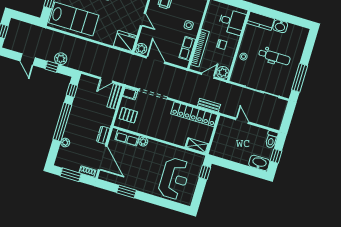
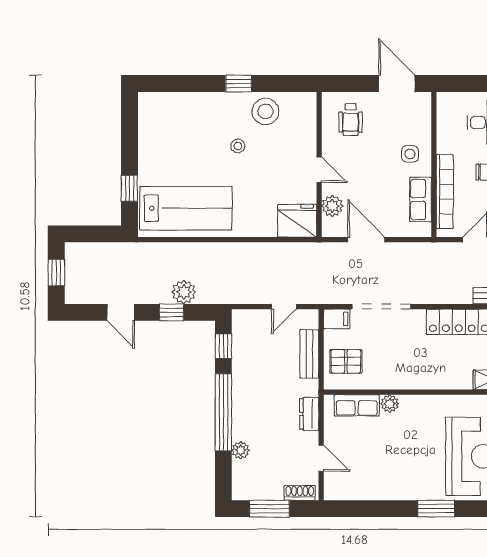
plant: (141, 49) -> (332, 206), moved
bench: (115, 97) -> (309, 354), moved
door: (103, 158) -> (321, 458), width x0.53
window: (127, 191) -> (436, 509), moved

